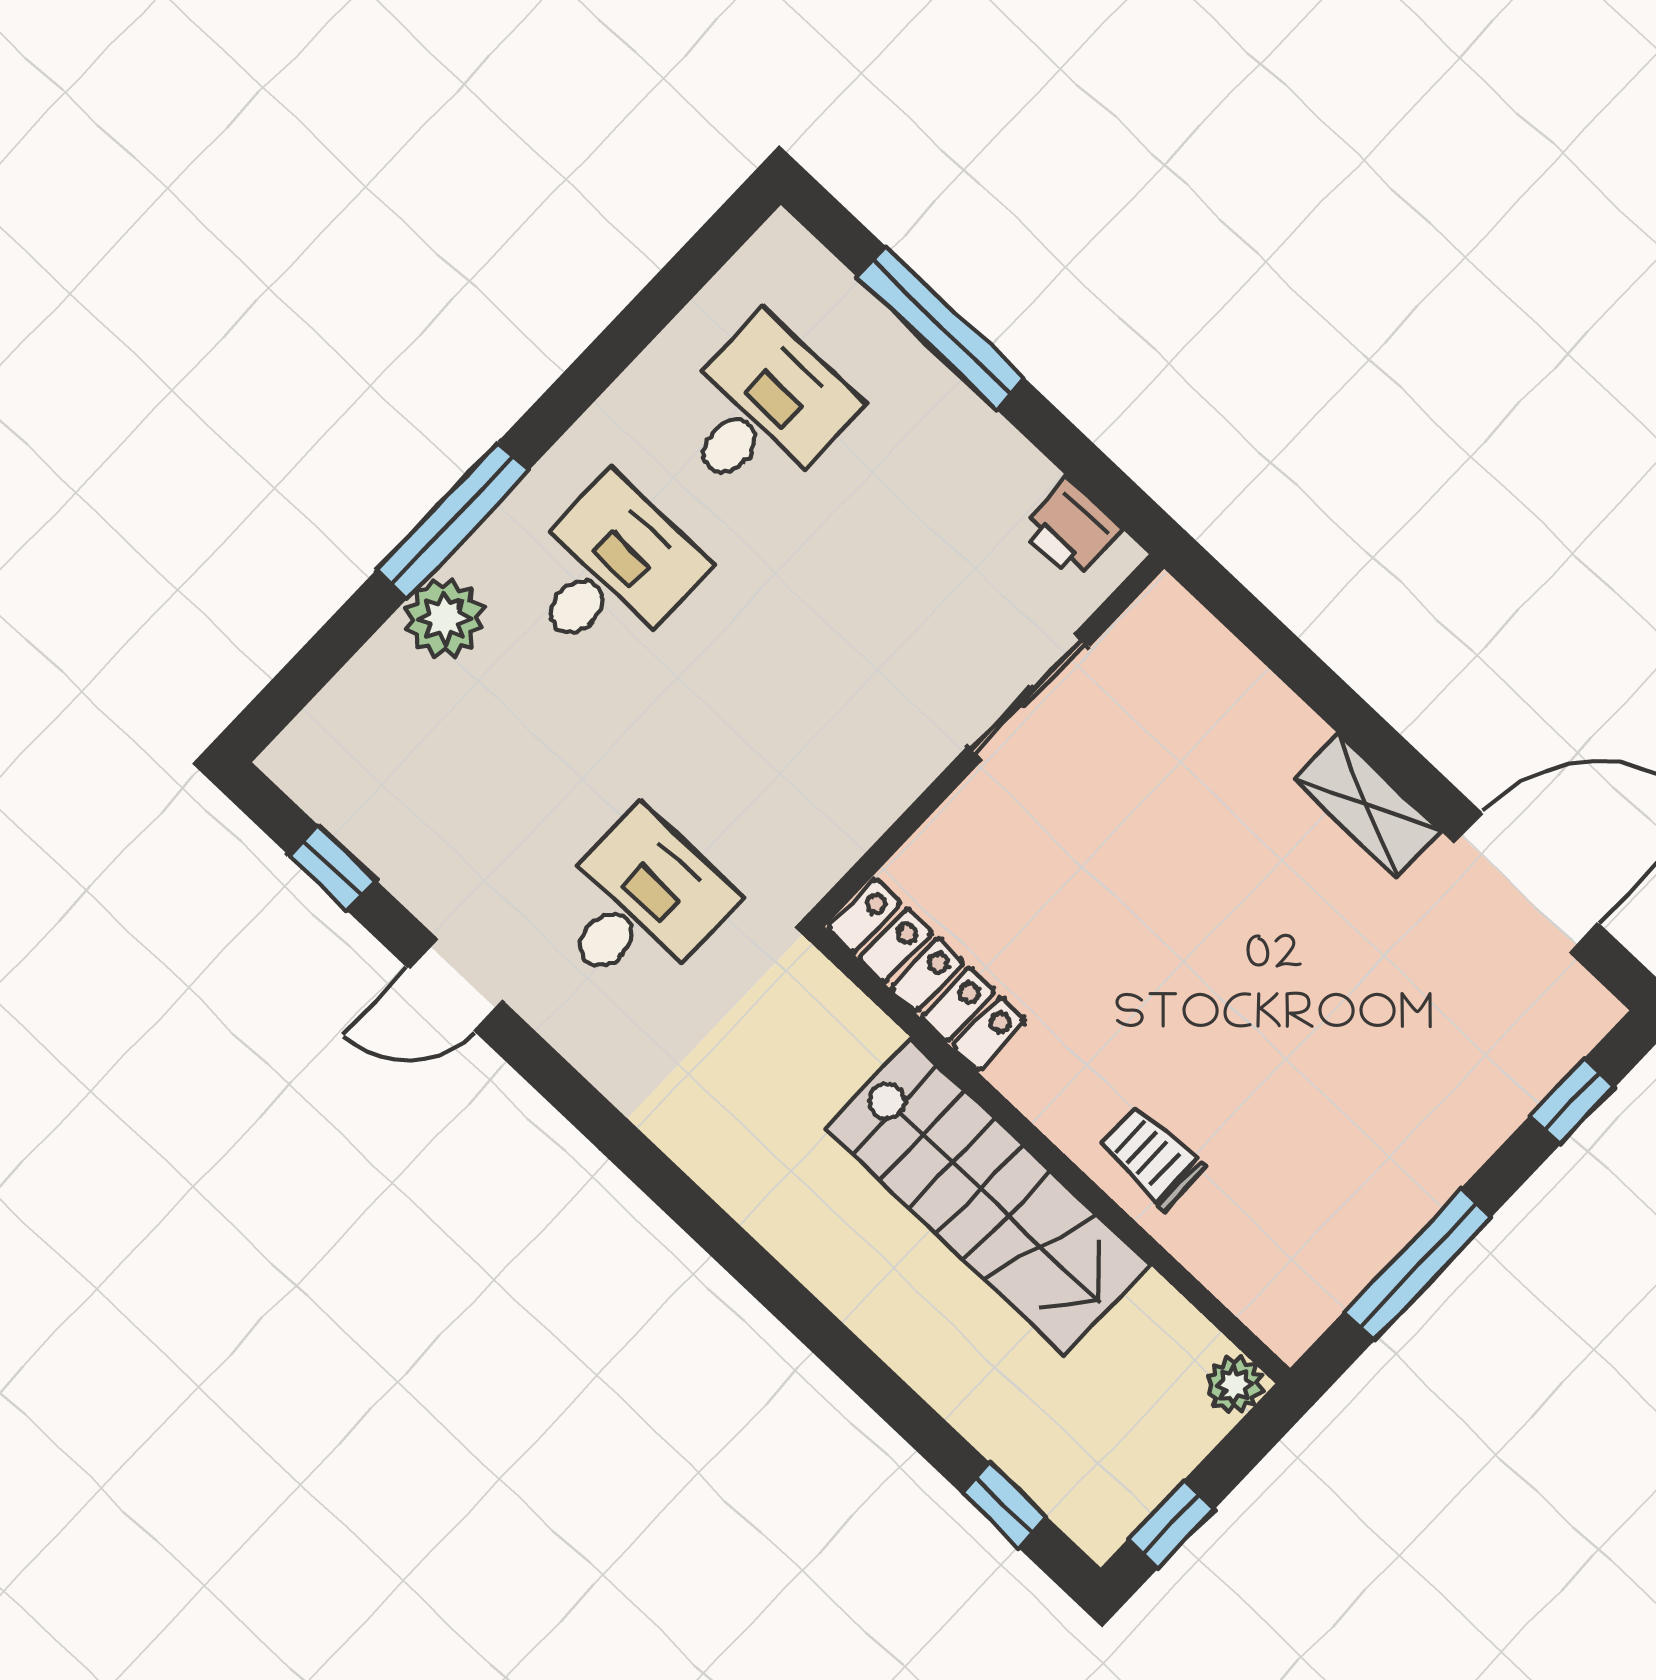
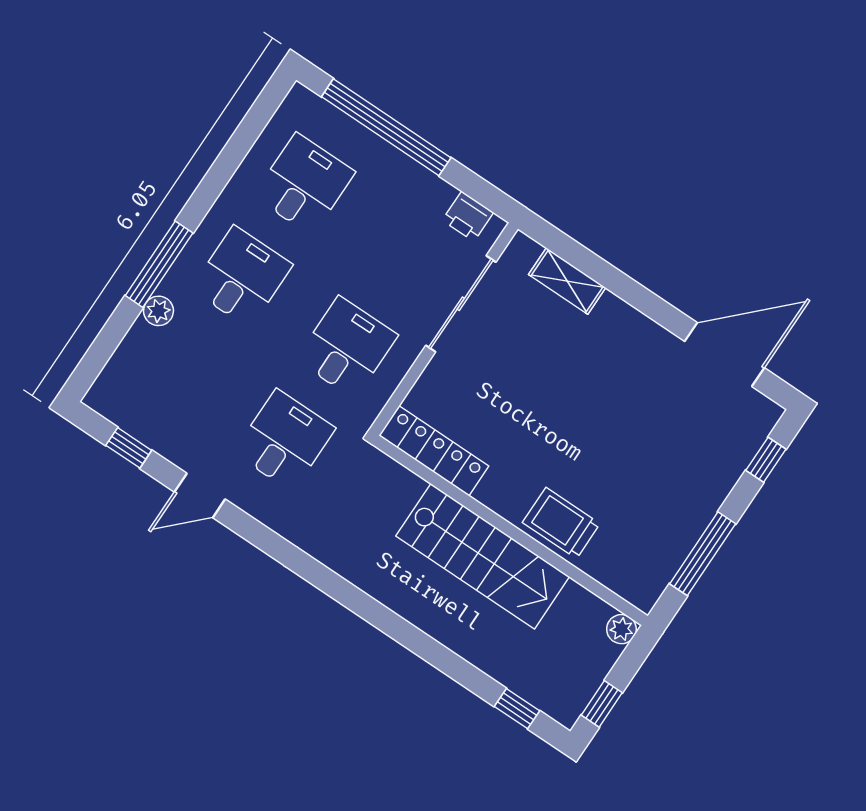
window: (941, 328) -> (386, 127), width x1.46
plant: (444, 618) -> (158, 311), width x0.73, depth x0.73
sliding door: (1028, 697) -> (461, 304), width x1.37
desk: (791, 744) -> (347, 347), added
shelving: (1367, 805) -> (567, 281), moved
trolley: (1152, 1158) -> (561, 523), width x1.36, depth x1.39

